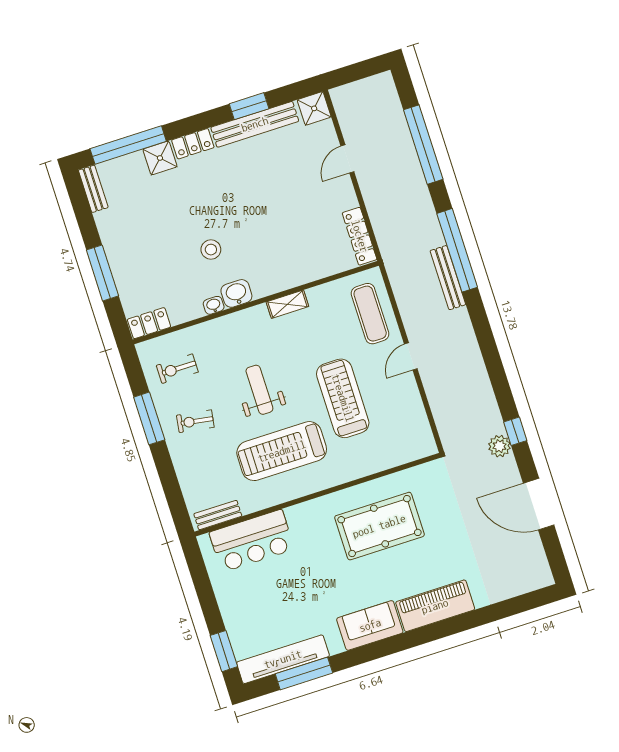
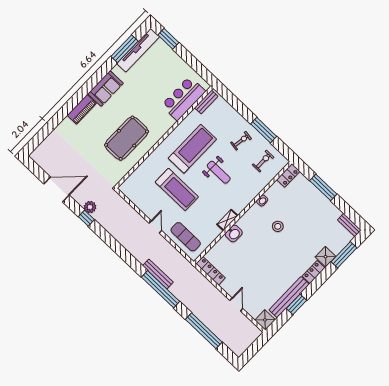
window: (128, 145) -> (344, 255), width x0.68
washbasin: (236, 293) -> (234, 233), moved
piano: (435, 606) -> (82, 109), width x0.73, depth x0.75

